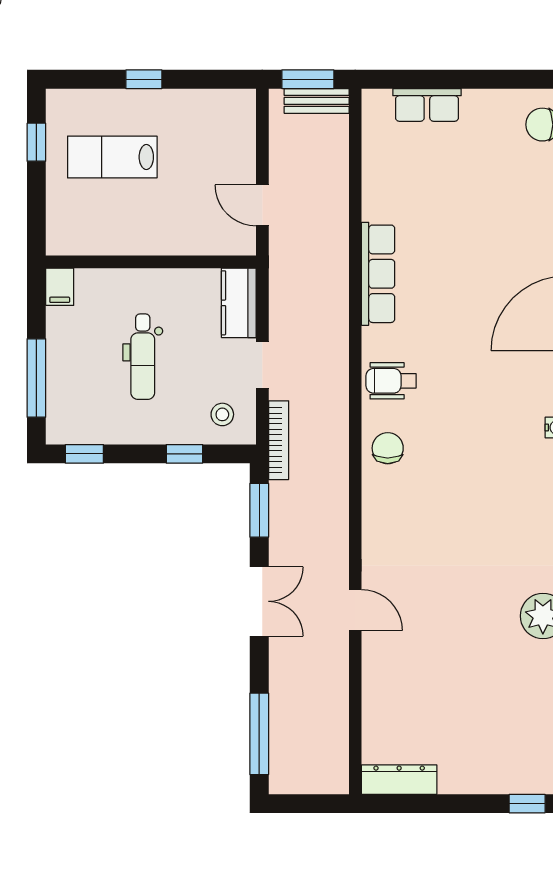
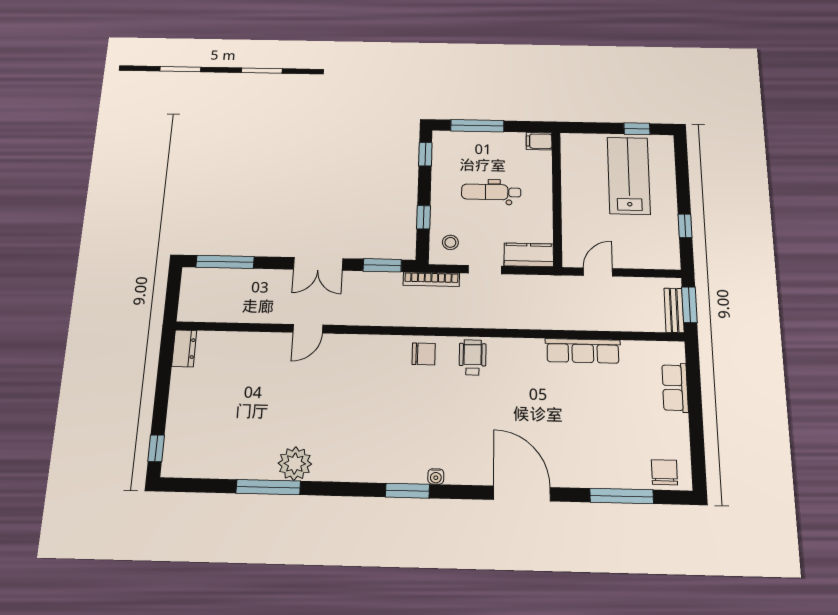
window: (144, 79) -> (685, 226), moved
lab bench: (112, 157) -> (629, 176), width x1.36, depth x1.39
row of seats: (378, 274) -> (583, 351), moved
dresser: (399, 780) -> (184, 348), width x0.70

